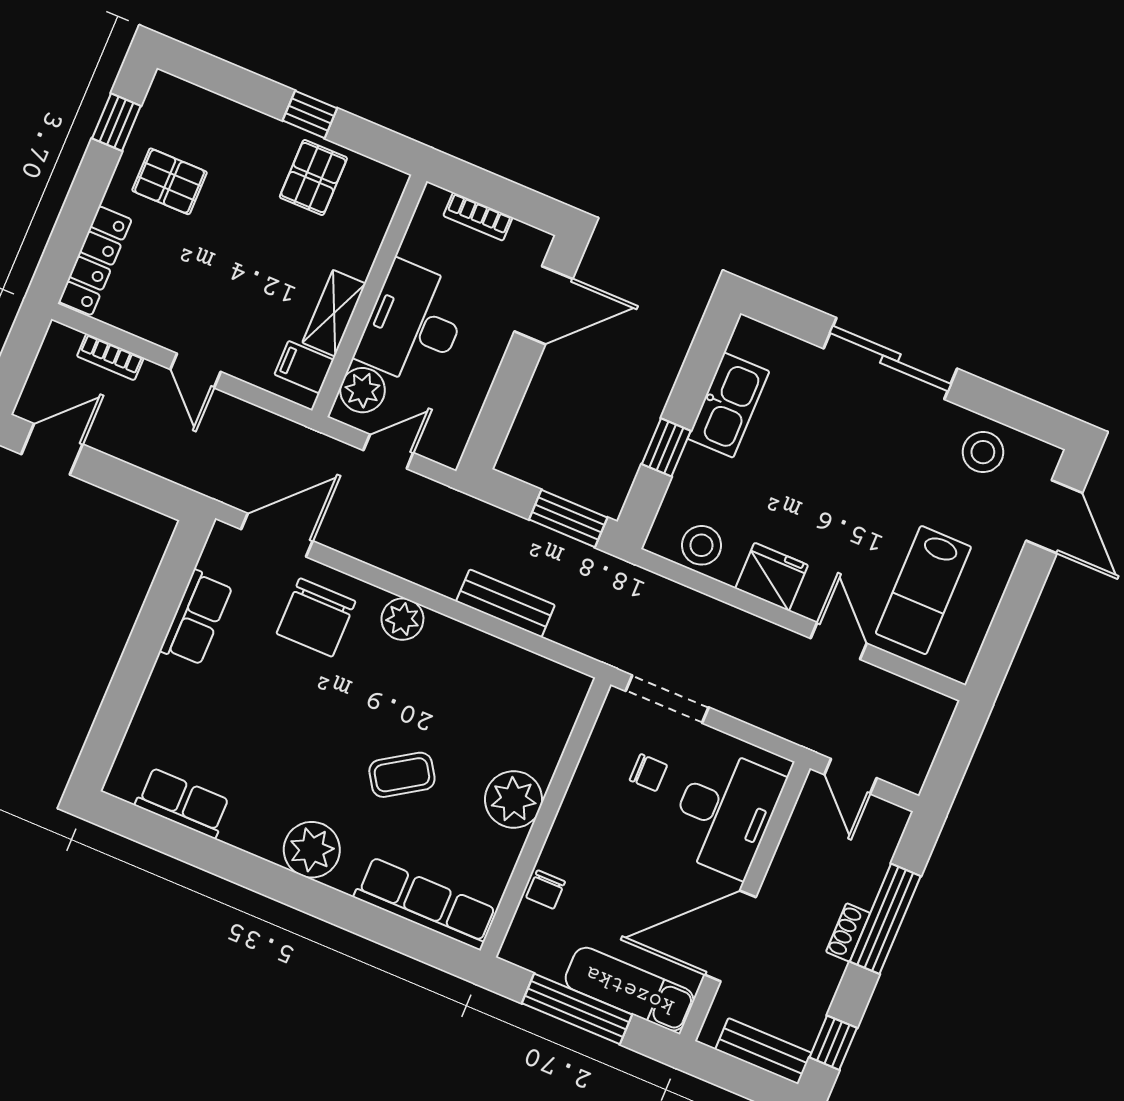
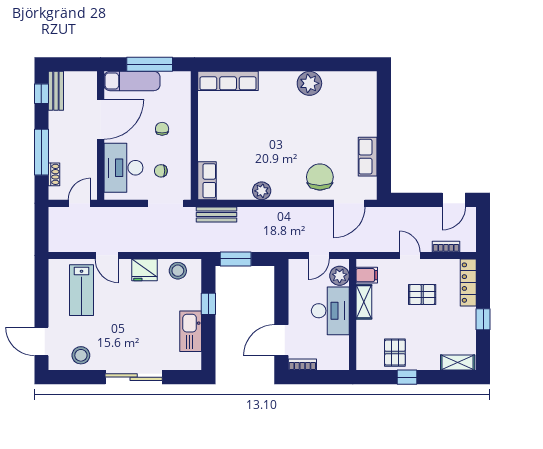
shelving: (189, 100) -> (458, 363), added
window: (116, 122) -> (483, 319), moved
pallet: (170, 181) -> (422, 295), moved
bookcase: (478, 217) -> (302, 365), moved
lab bench: (923, 590) -> (82, 290), turned 180
bench: (505, 603) -> (217, 214), moved
plant: (402, 619) -> (262, 191), moved
coffee table: (402, 775) -> (259, 128), removed
door: (851, 776) -> (79, 203), hinge flipped
plant: (514, 799) -> (210, 137), removed
row of seats: (183, 803) -> (207, 181), moved, turned -90
plant: (312, 850) -> (309, 83), moved
chair: (546, 890) -> (162, 129), moved
shoe rack: (848, 932) -> (54, 174), moved
bench: (763, 1051) -> (56, 91), moved, turned 90

